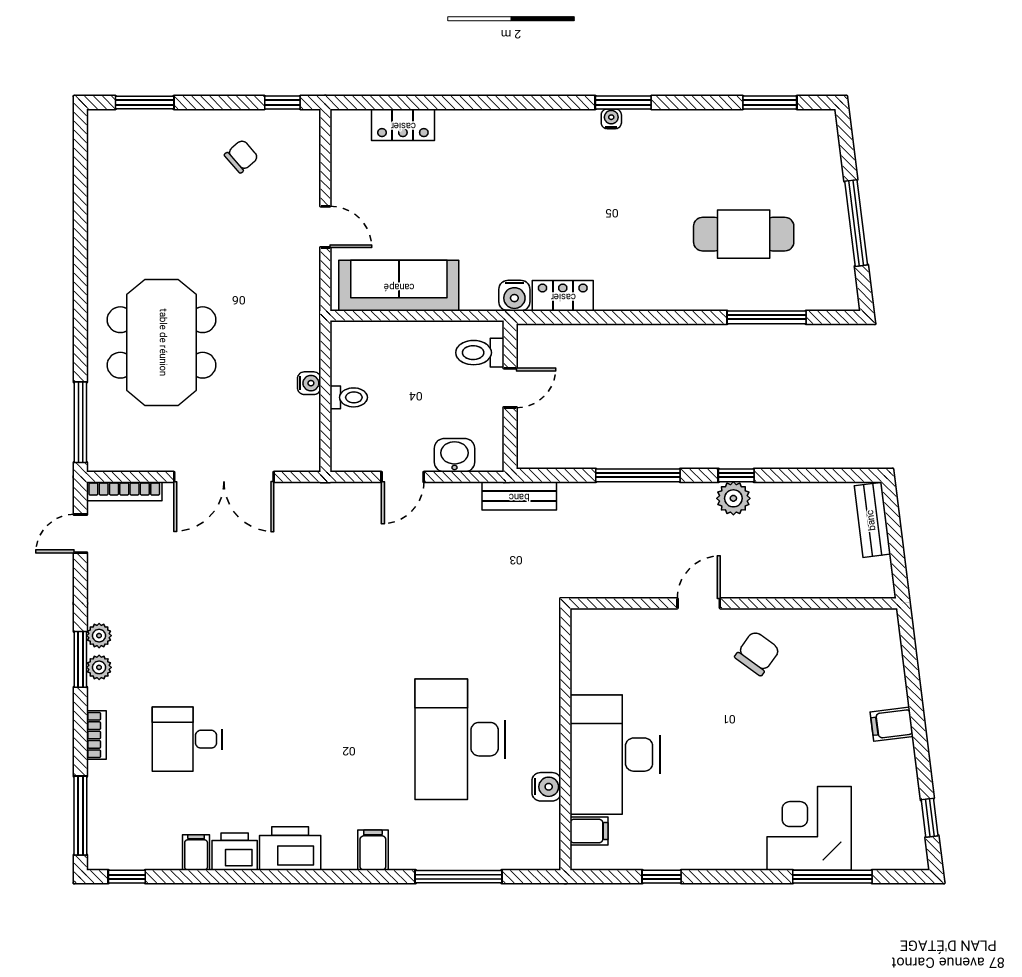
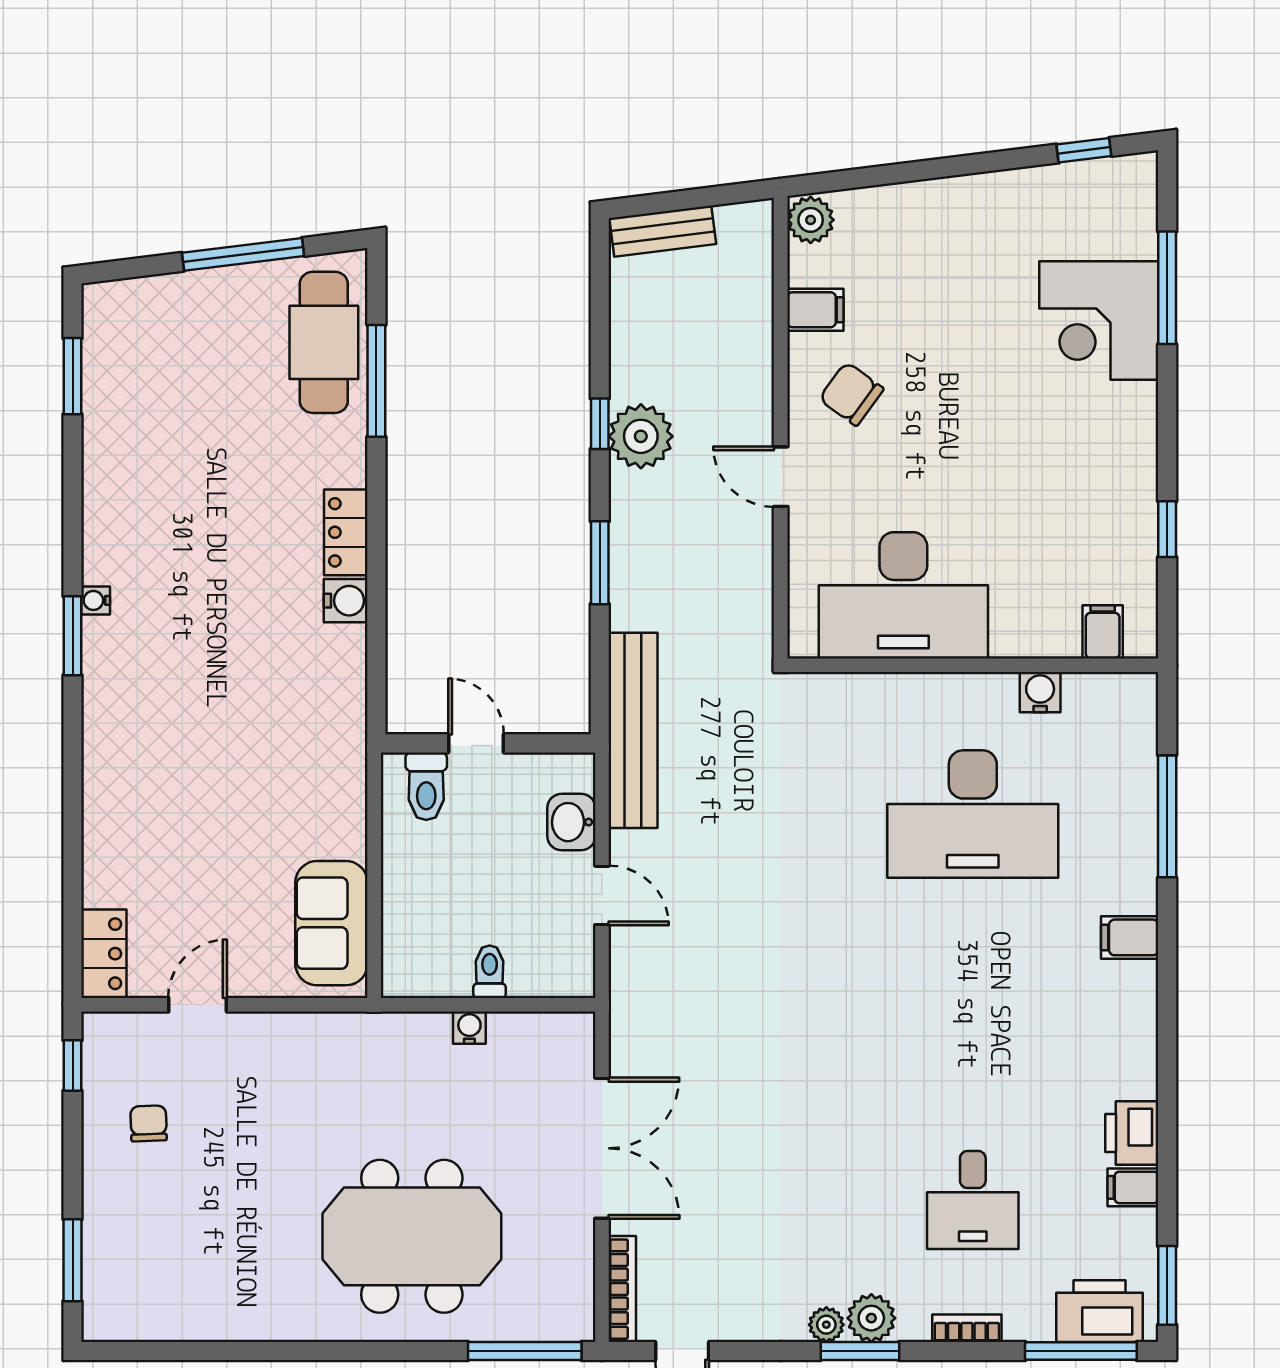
window: (623, 102) -> (73, 636), moved
locker: (403, 125) -> (104, 954), moved
chair: (241, 156) -> (149, 1123), turned 39
door: (325, 227) -> (198, 1005), moved
cafe table: (744, 234) -> (324, 342), moved
sofa: (399, 286) -> (331, 923), width x0.73
water cooler: (514, 296) -> (346, 601), moved
locker: (563, 296) -> (346, 532), moved
window: (638, 475) -> (600, 563), width x0.69
bench: (519, 496) -> (633, 730), width x1.86, depth x1.21
plant: (733, 498) -> (641, 436), width x1.36, depth x1.36
plant: (880, 624) -> (811, 220), added
plant: (99, 667) -> (871, 1318), width x1.38, depth x1.38
filing cabinet: (892, 724) -> (815, 310), moved, turned -83
desk: (615, 755) -> (903, 595), moved
printer: (290, 848) -> (1099, 1311), moved, turned 90
window: (127, 877) -> (1167, 1285), width x1.50

